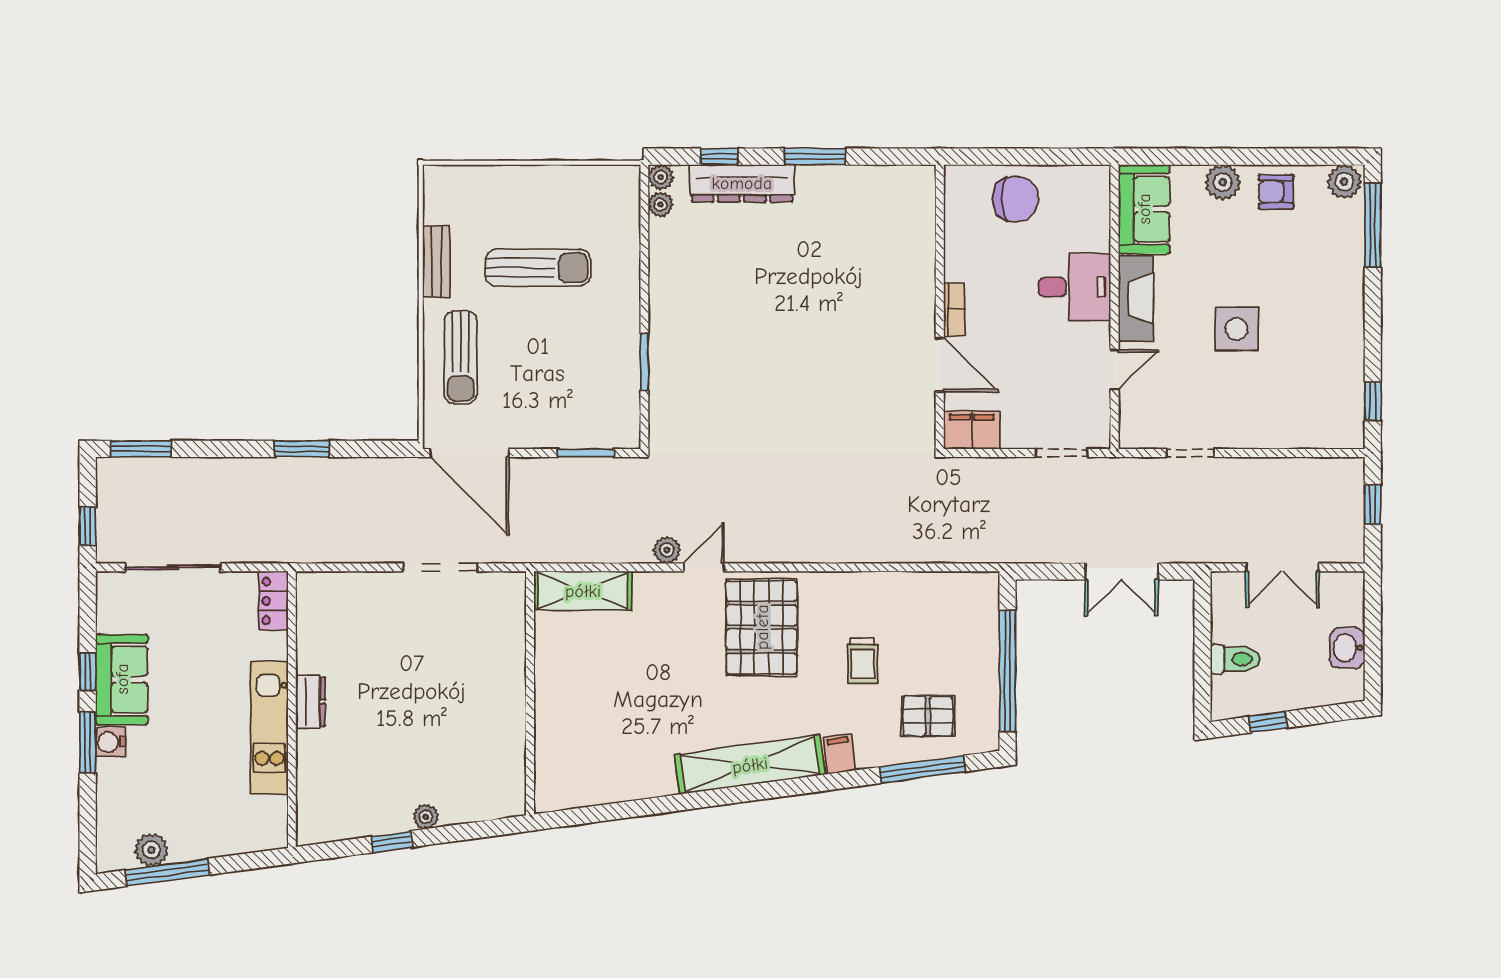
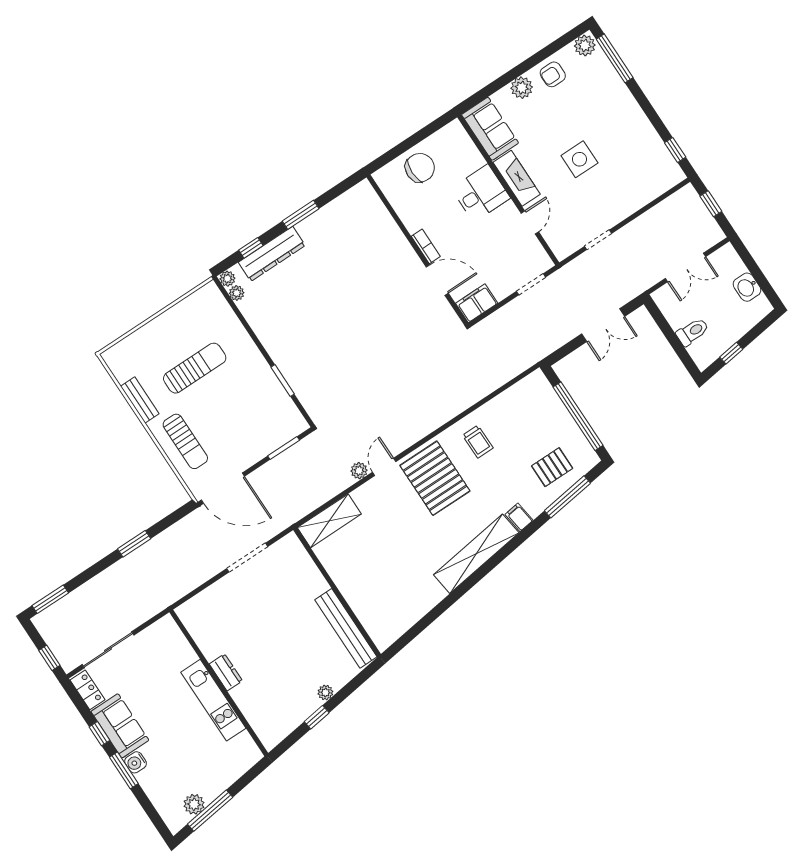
locker: (273, 601) -> (87, 690), moved, turned 180
trolley: (862, 661) -> (478, 442), moved
bench: (510, 749) -> (346, 628), added

